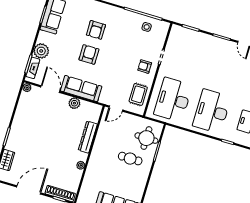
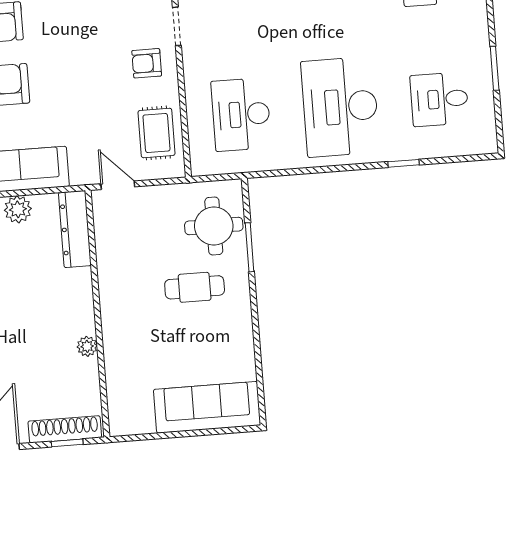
desk: (173, 100) -> (241, 114), width x0.73, depth x0.77
door: (116, 109) -> (118, 185), swing flipped
dresser: (88, 137) -> (75, 229), moved

